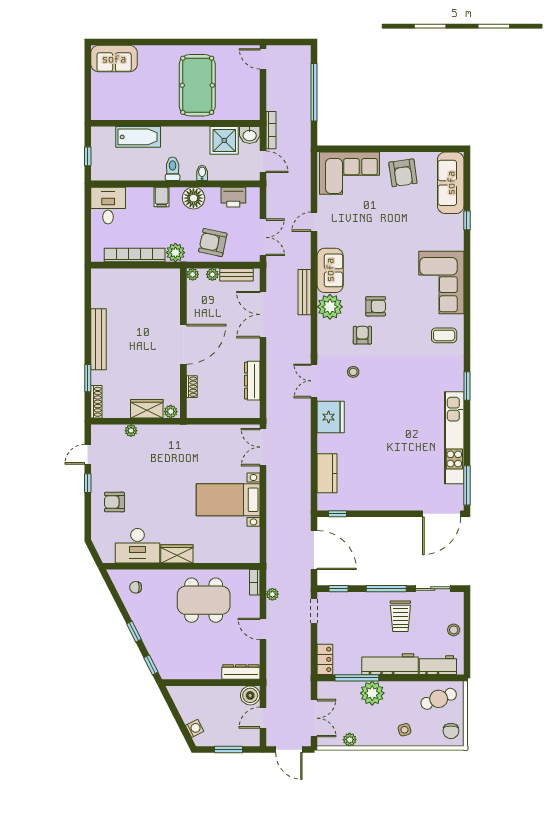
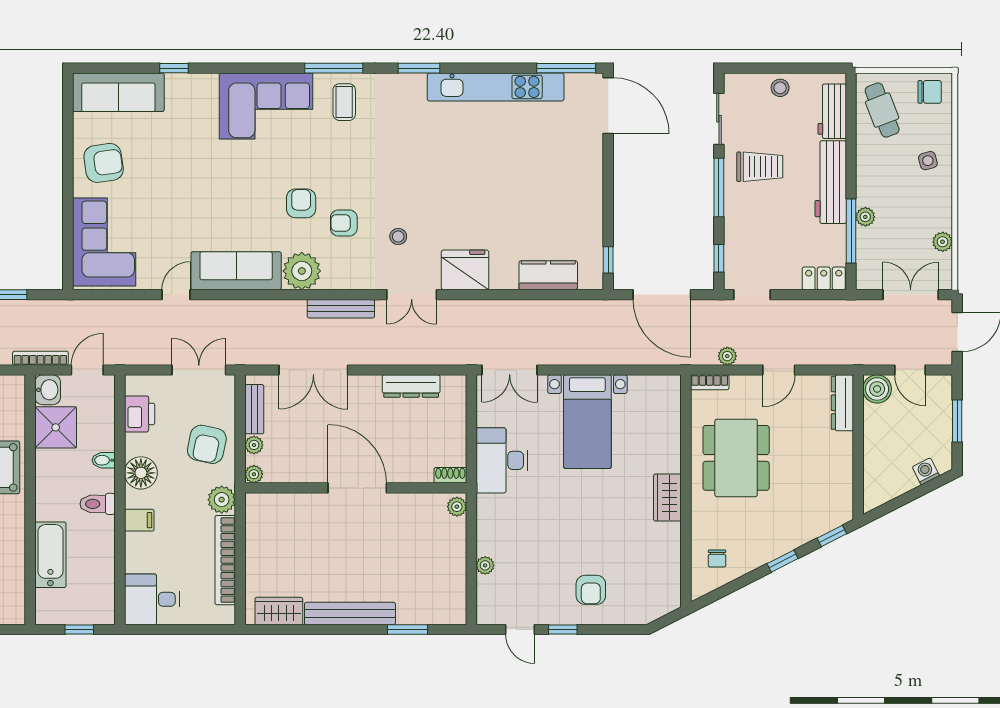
door: (314, 222) -> (176, 295), swing flipped
sofa: (330, 270) -> (236, 271), width x1.36
bench: (304, 292) -> (341, 309), moved
window: (467, 328) -> (334, 68), added
shoe rack: (192, 387) -> (450, 475), moved
shoe rack: (96, 402) -> (442, 617), removed
wardrobe: (147, 409) -> (279, 611), moved, turned 90
desk: (137, 546) -> (502, 460), moved, turned 180
door: (314, 550) -> (662, 295), swing flipped
plant: (372, 693) -> (865, 217), width x0.53, depth x0.53

